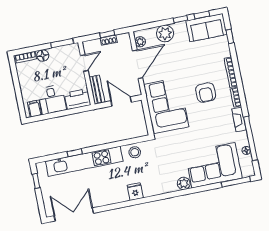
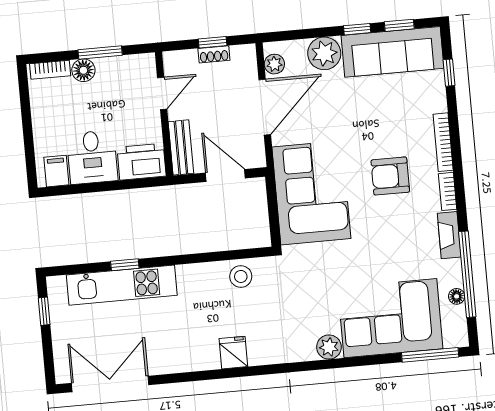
sofa: (206, 28) -> (392, 52), width x1.36
window: (62, 43) -> (100, 53), moved
armchair: (206, 93) -> (390, 176), turned 90
kitchen unit: (84, 161) -> (122, 285), width x0.73

